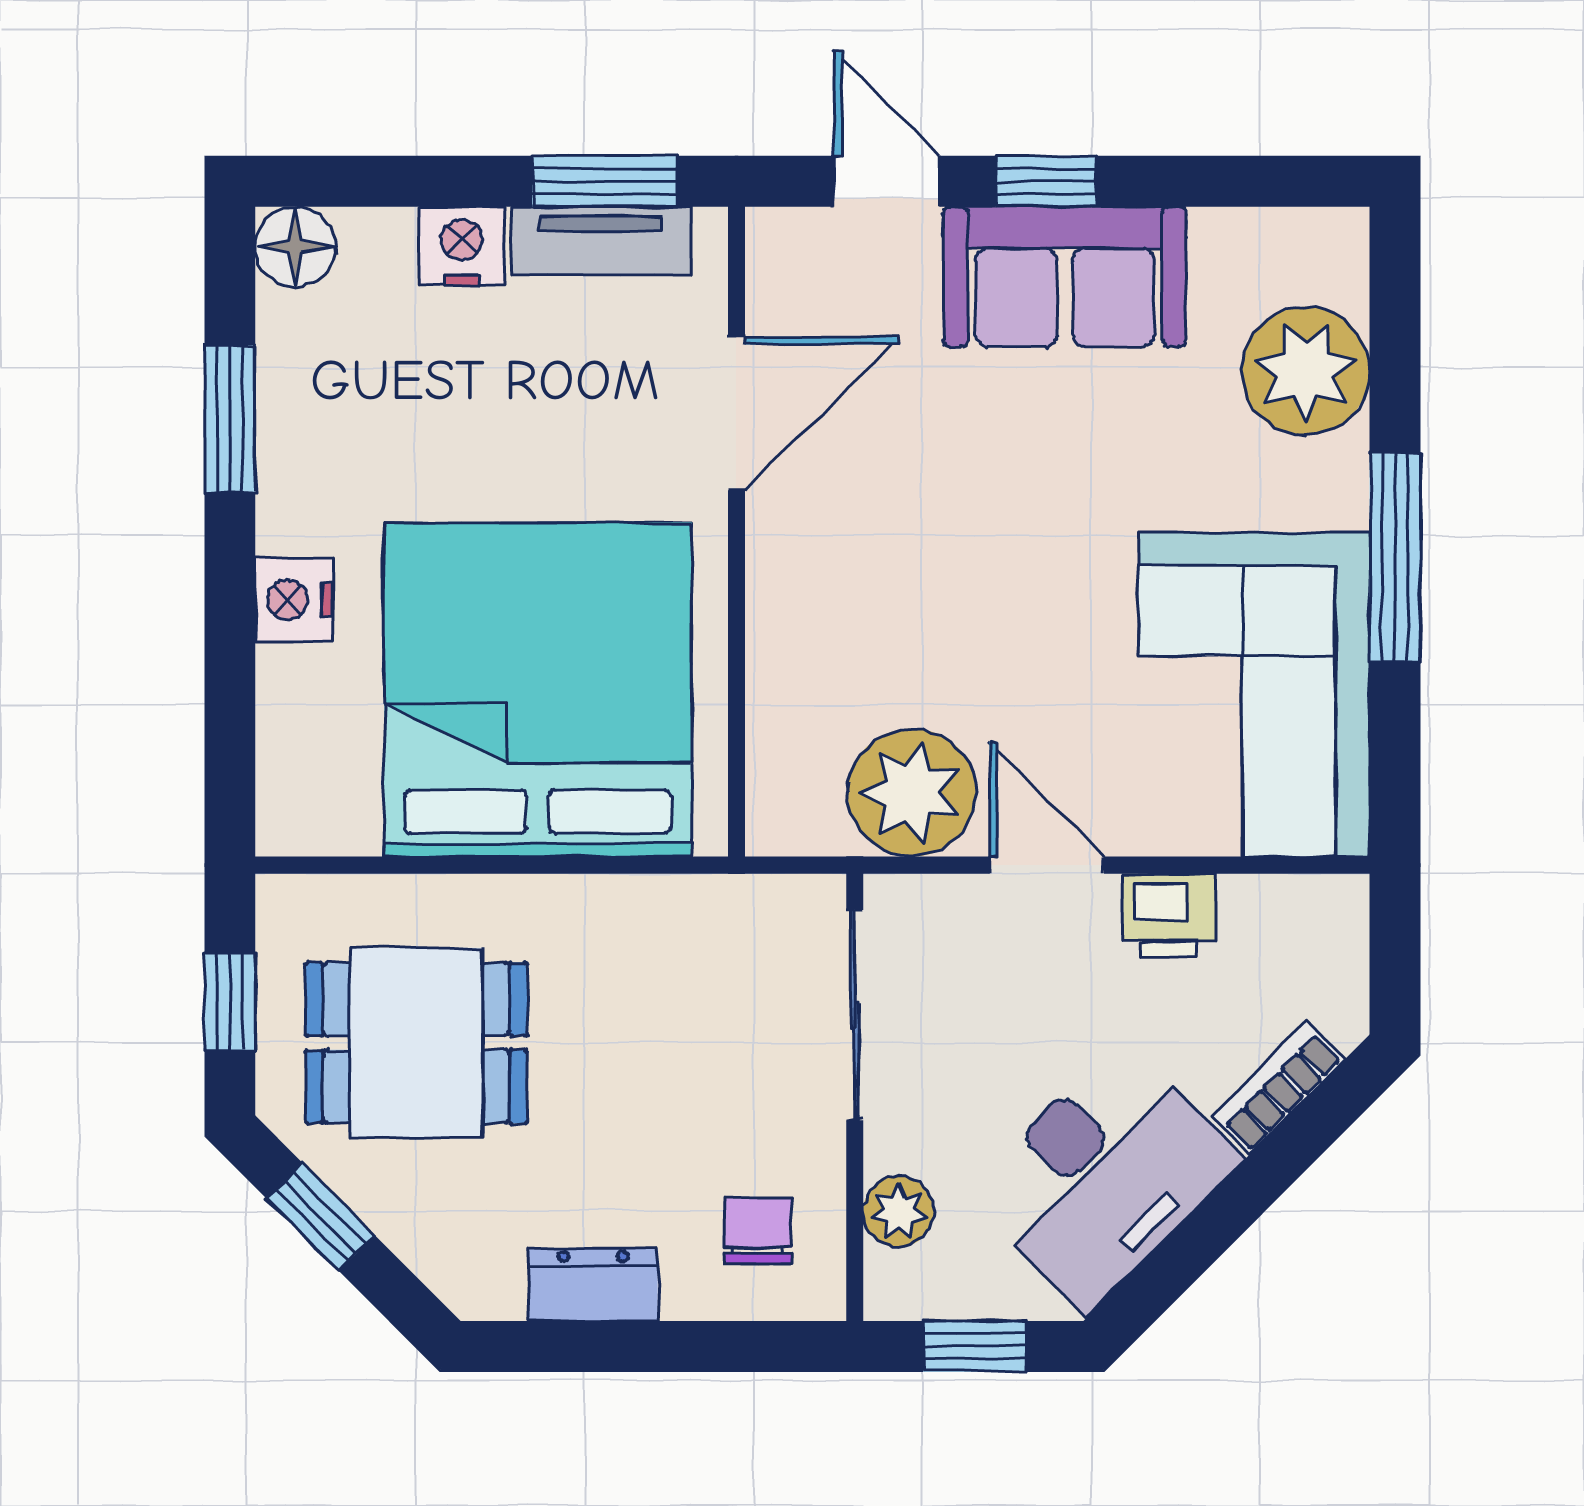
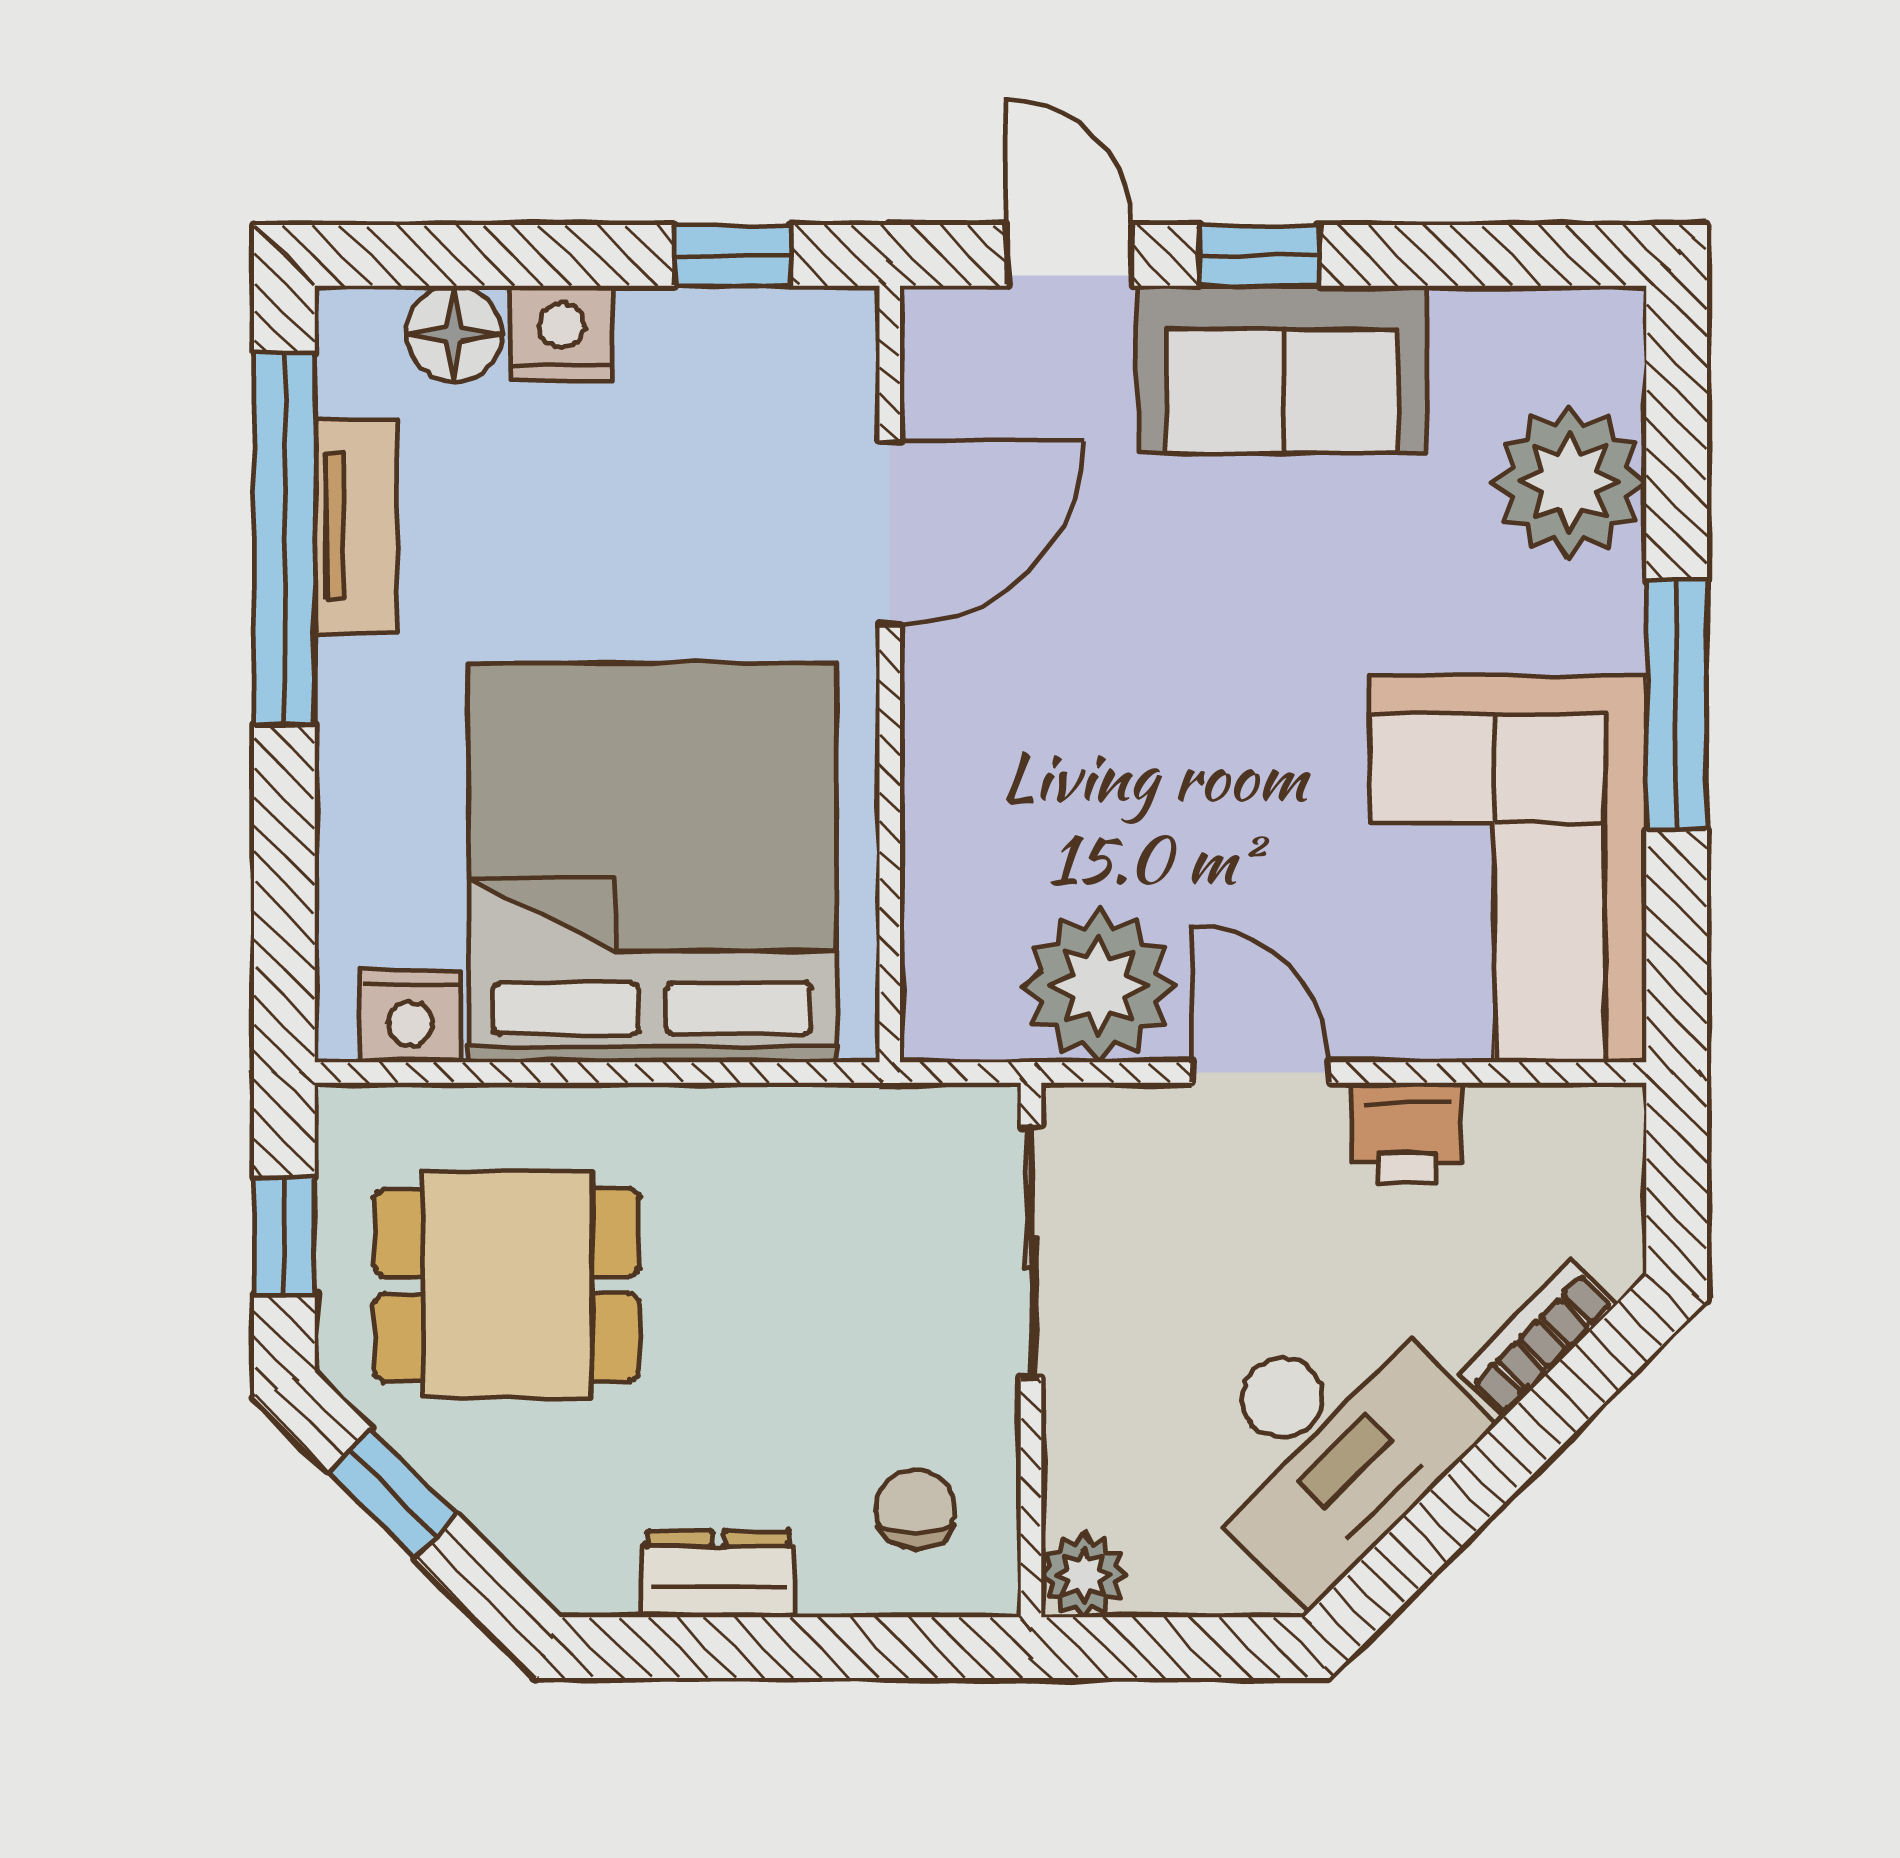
window: (605, 181) -> (732, 255), width x0.67
tv unit: (601, 241) -> (356, 526), moved, turned -90
floor lamp: (295, 247) -> (454, 334), moved
window: (230, 419) -> (284, 539), width x2.11
nightstand: (294, 600) -> (410, 1016), moved, turned -90
plant: (899, 1212) -> (1083, 1575), moved
window: (975, 1346) -> (1174, 1648), removed

